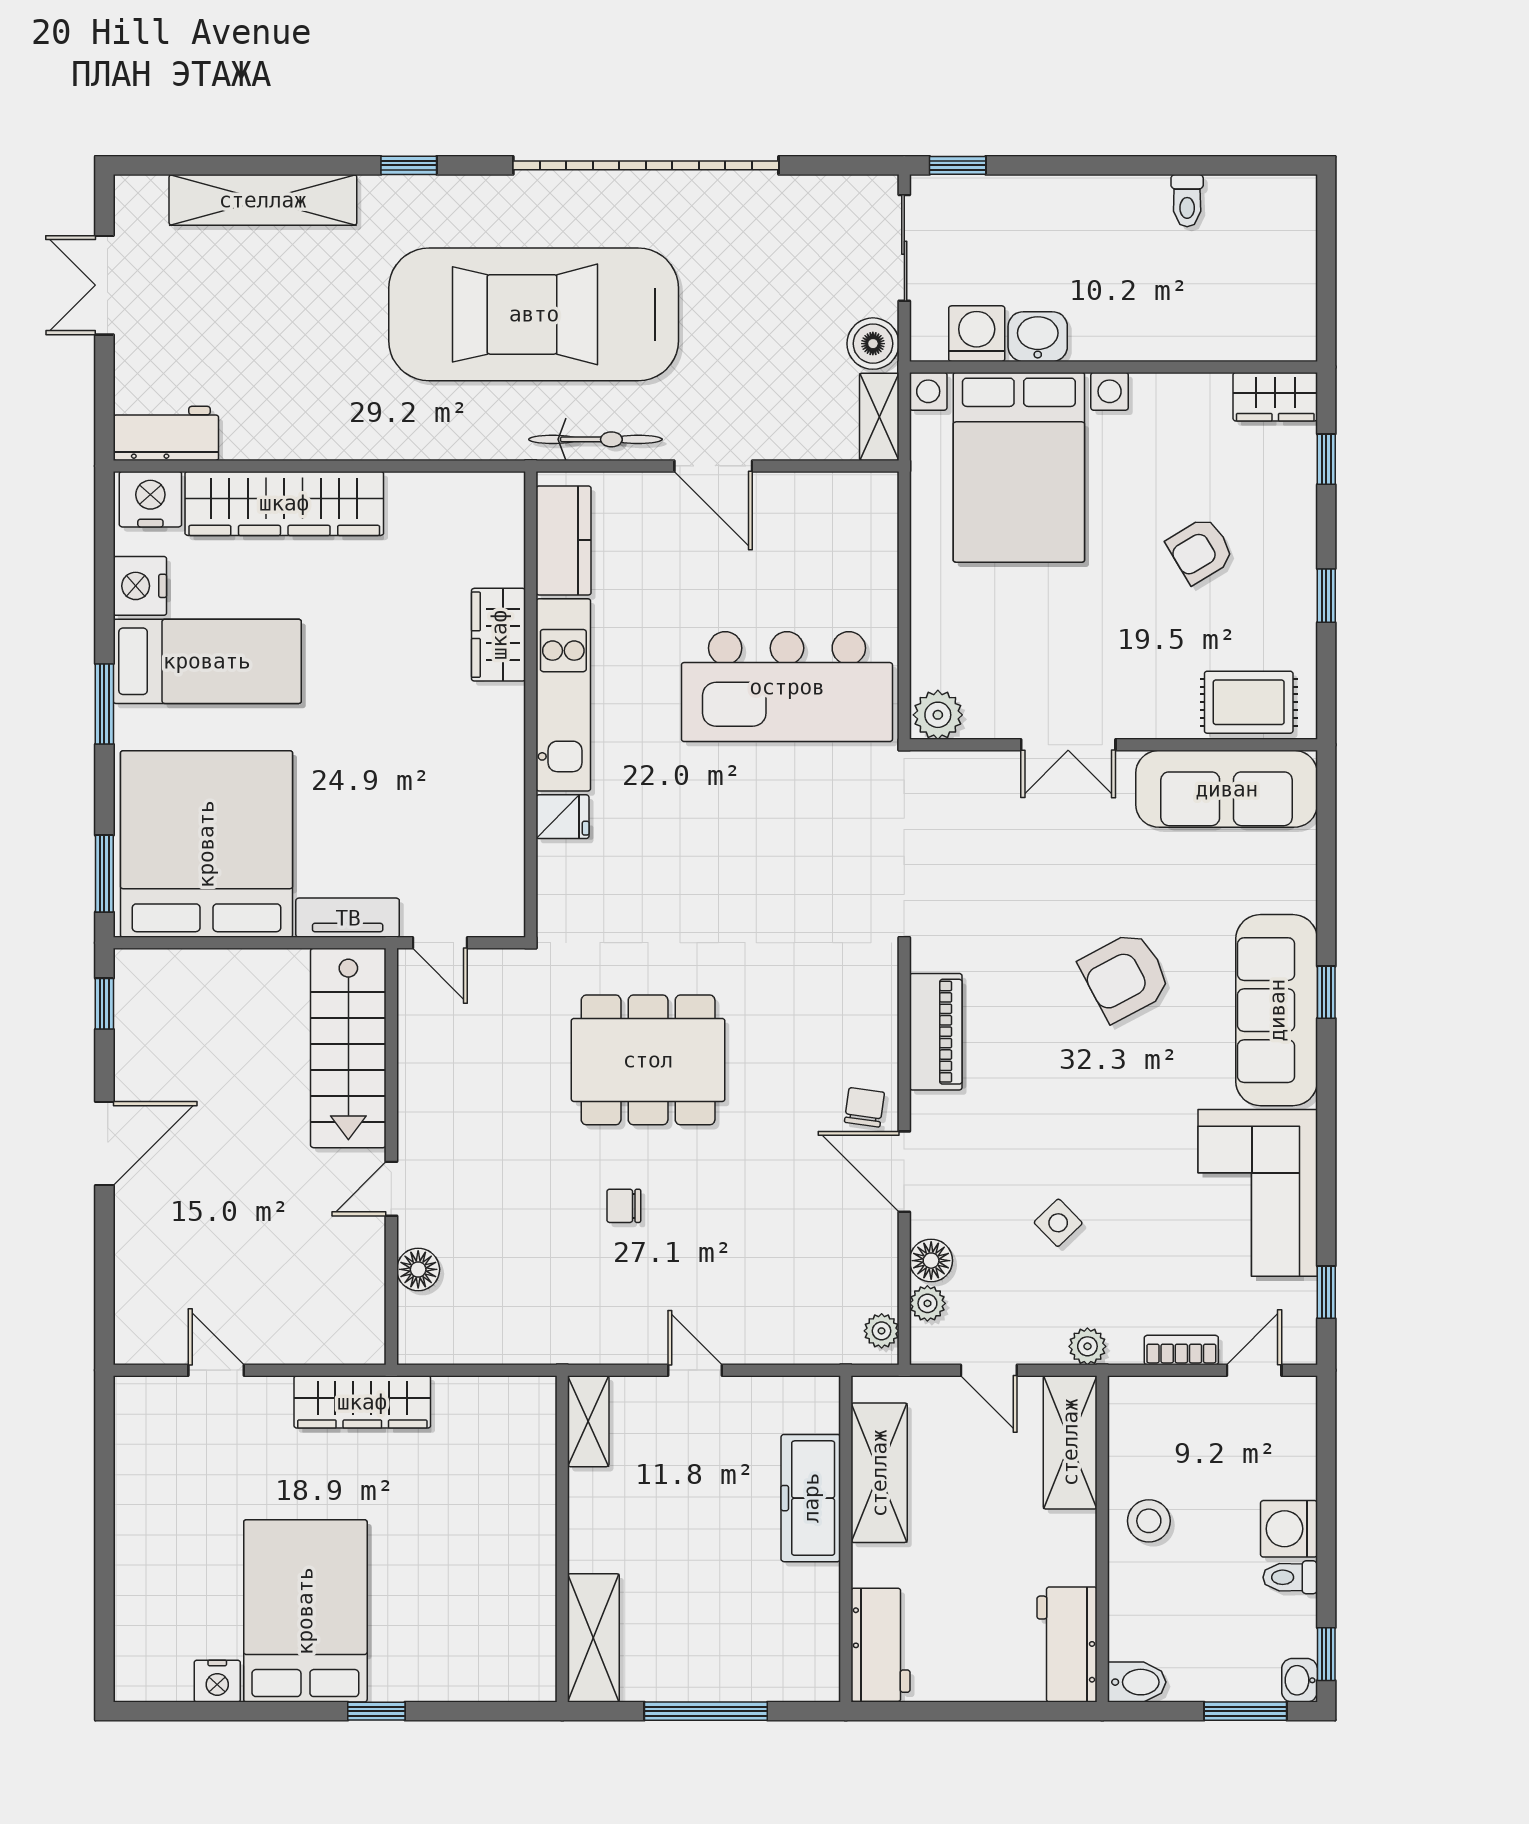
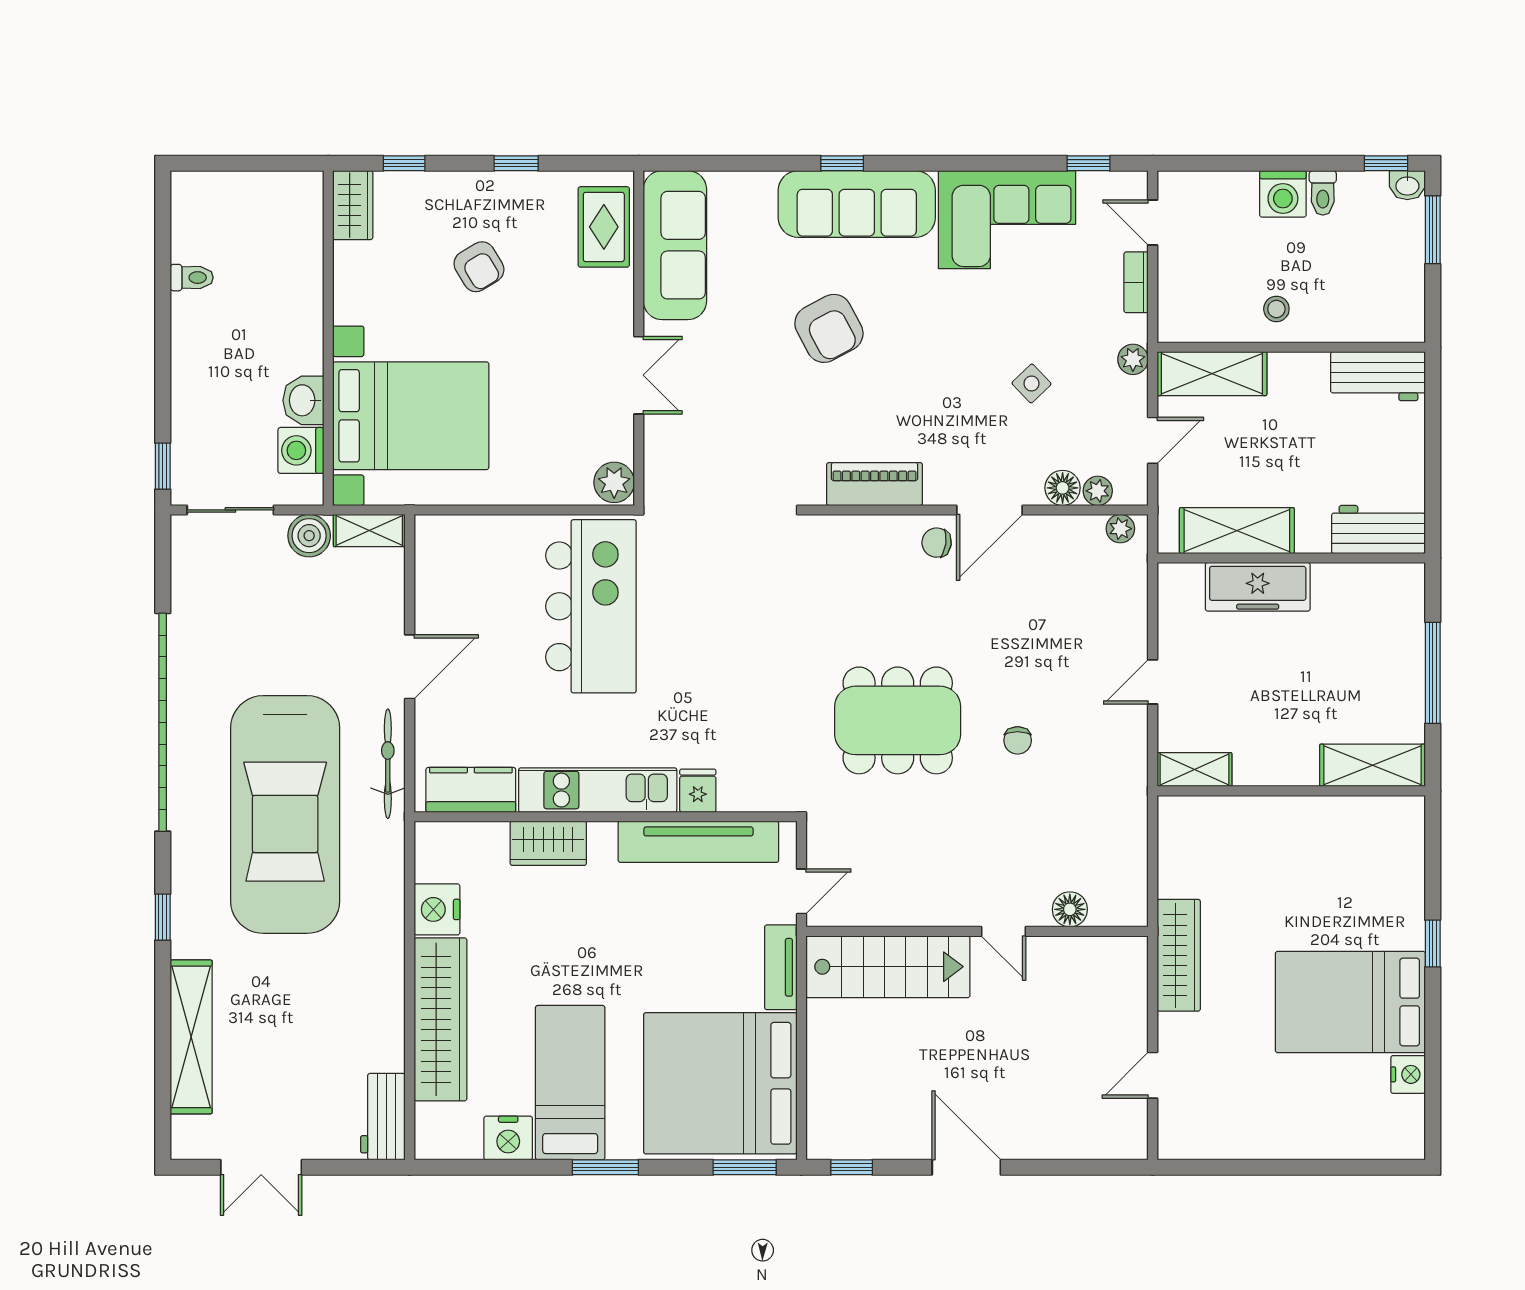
nightstand: (150, 499) -> (437, 909), moved
tv unit: (500, 817) -> (698, 842), added
dining table: (648, 1060) -> (898, 720), turned 90
stool: (1149, 1521) -> (1276, 309), width x0.73, depth x0.73
bidet: (1137, 1682) -> (1409, 319), removed

